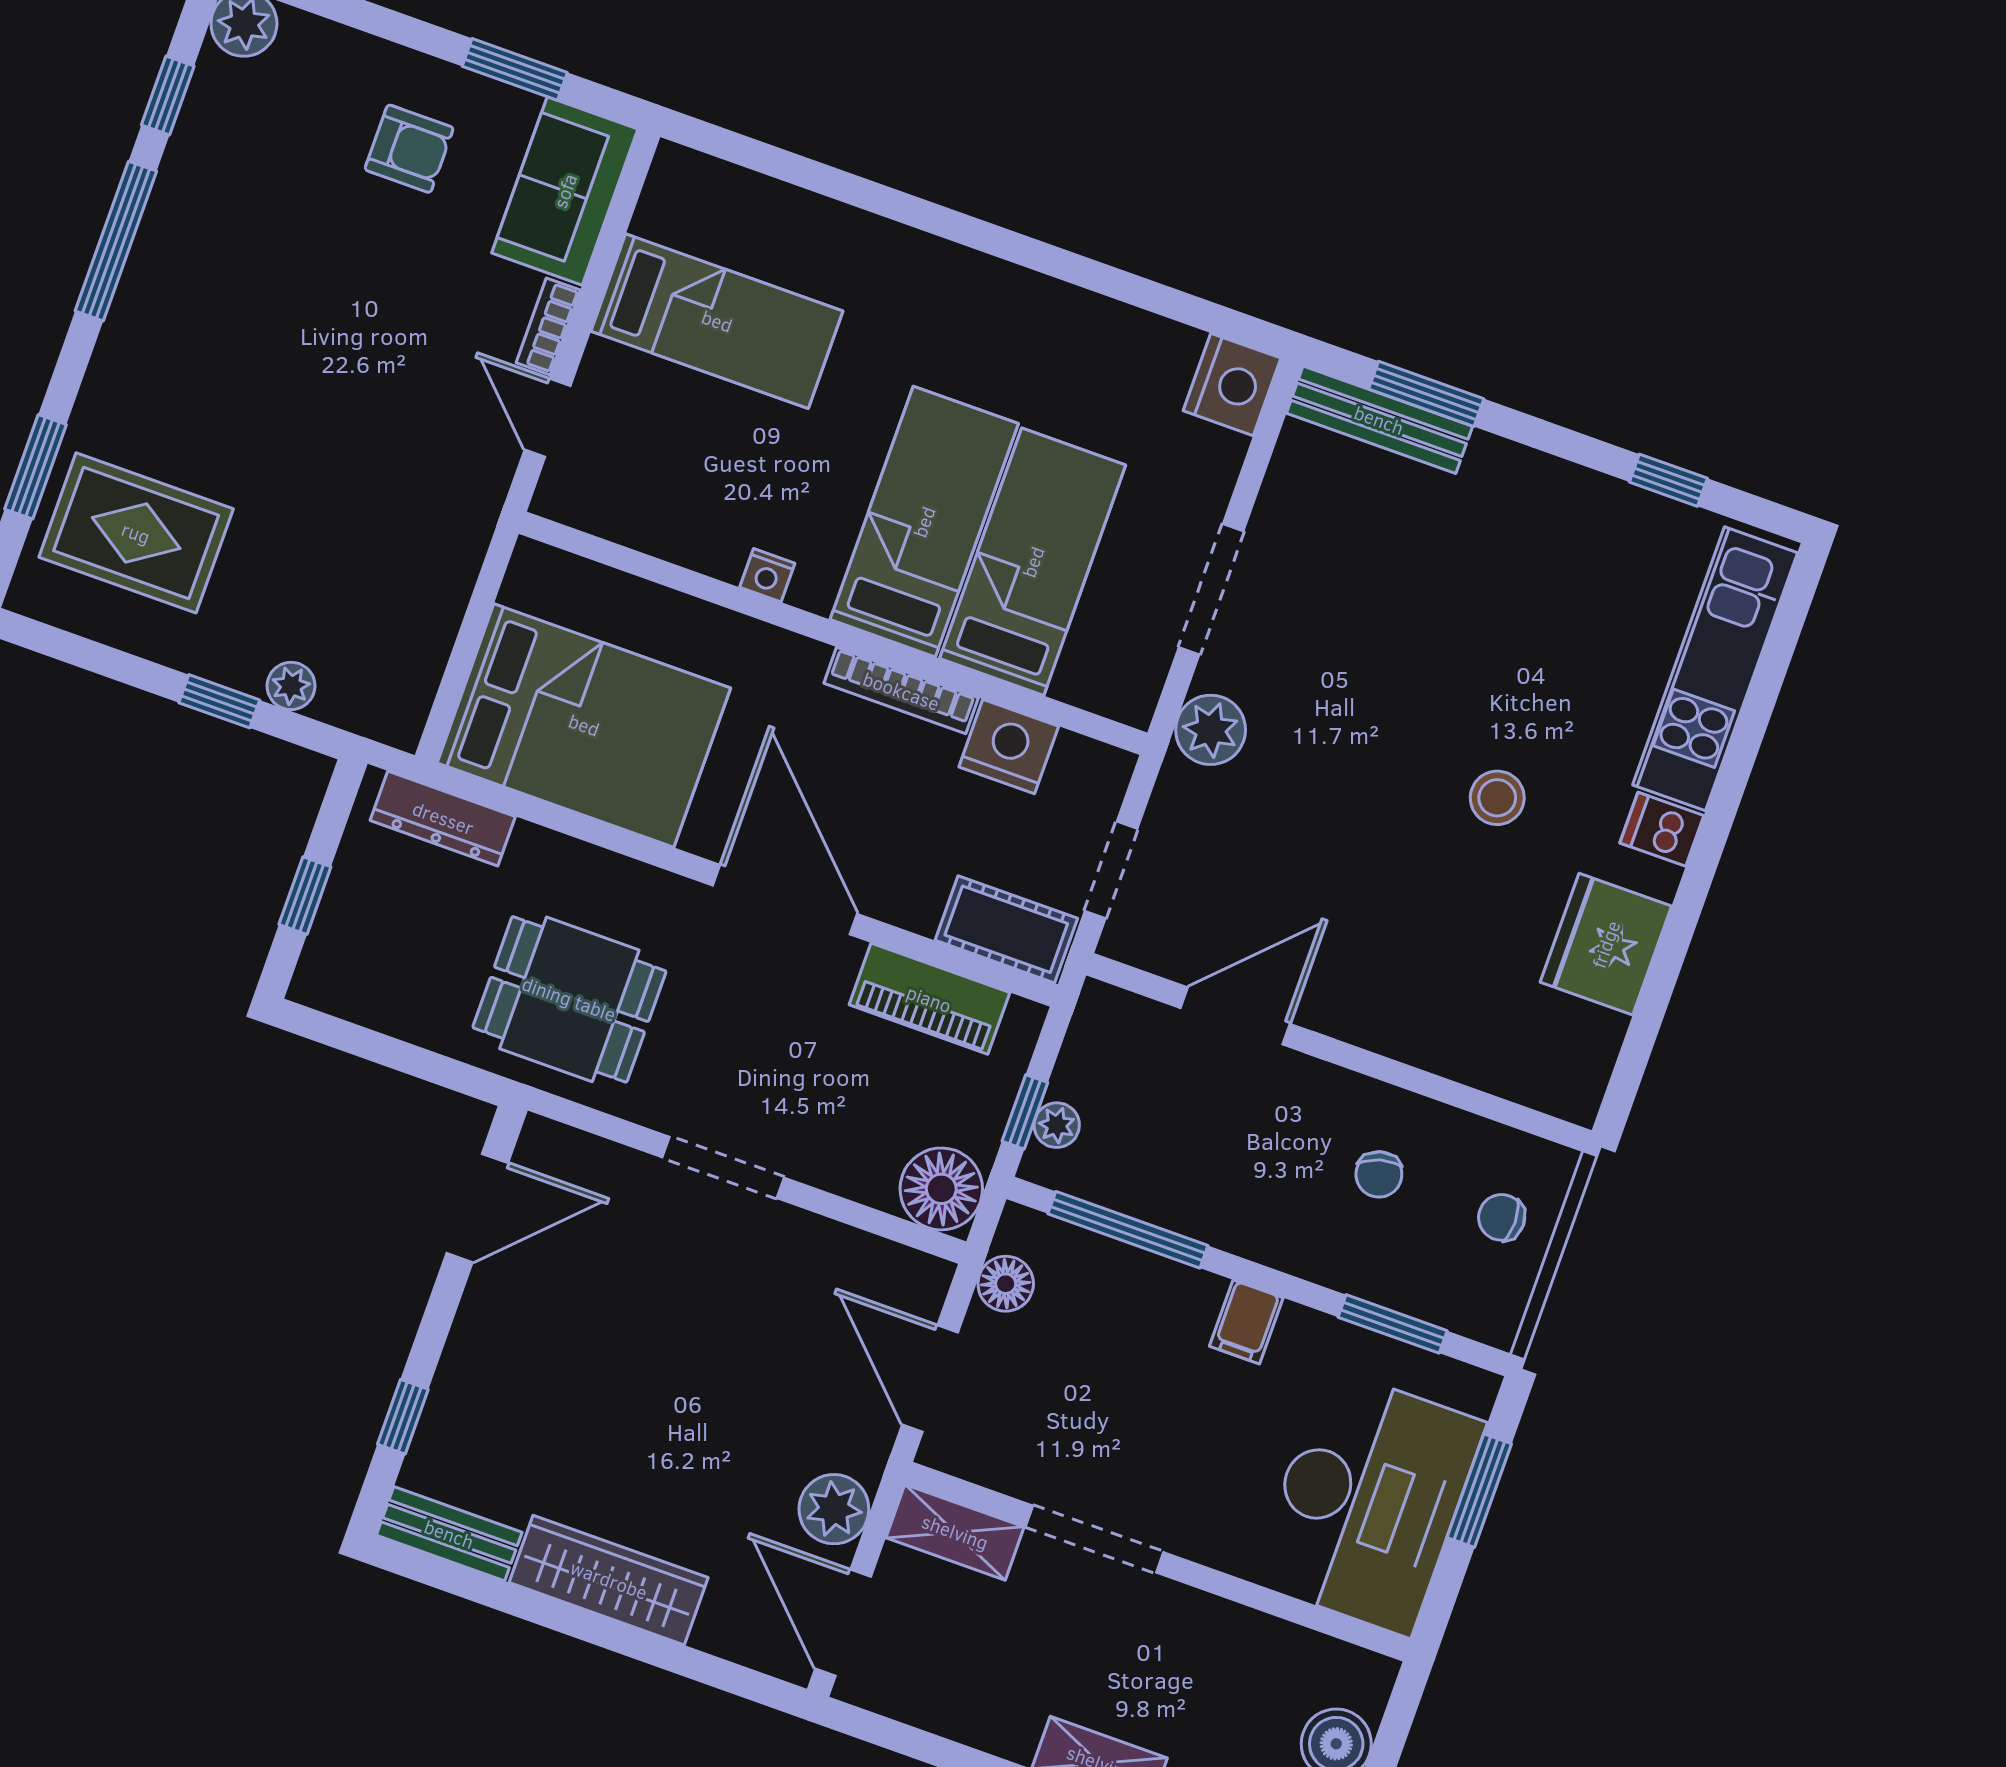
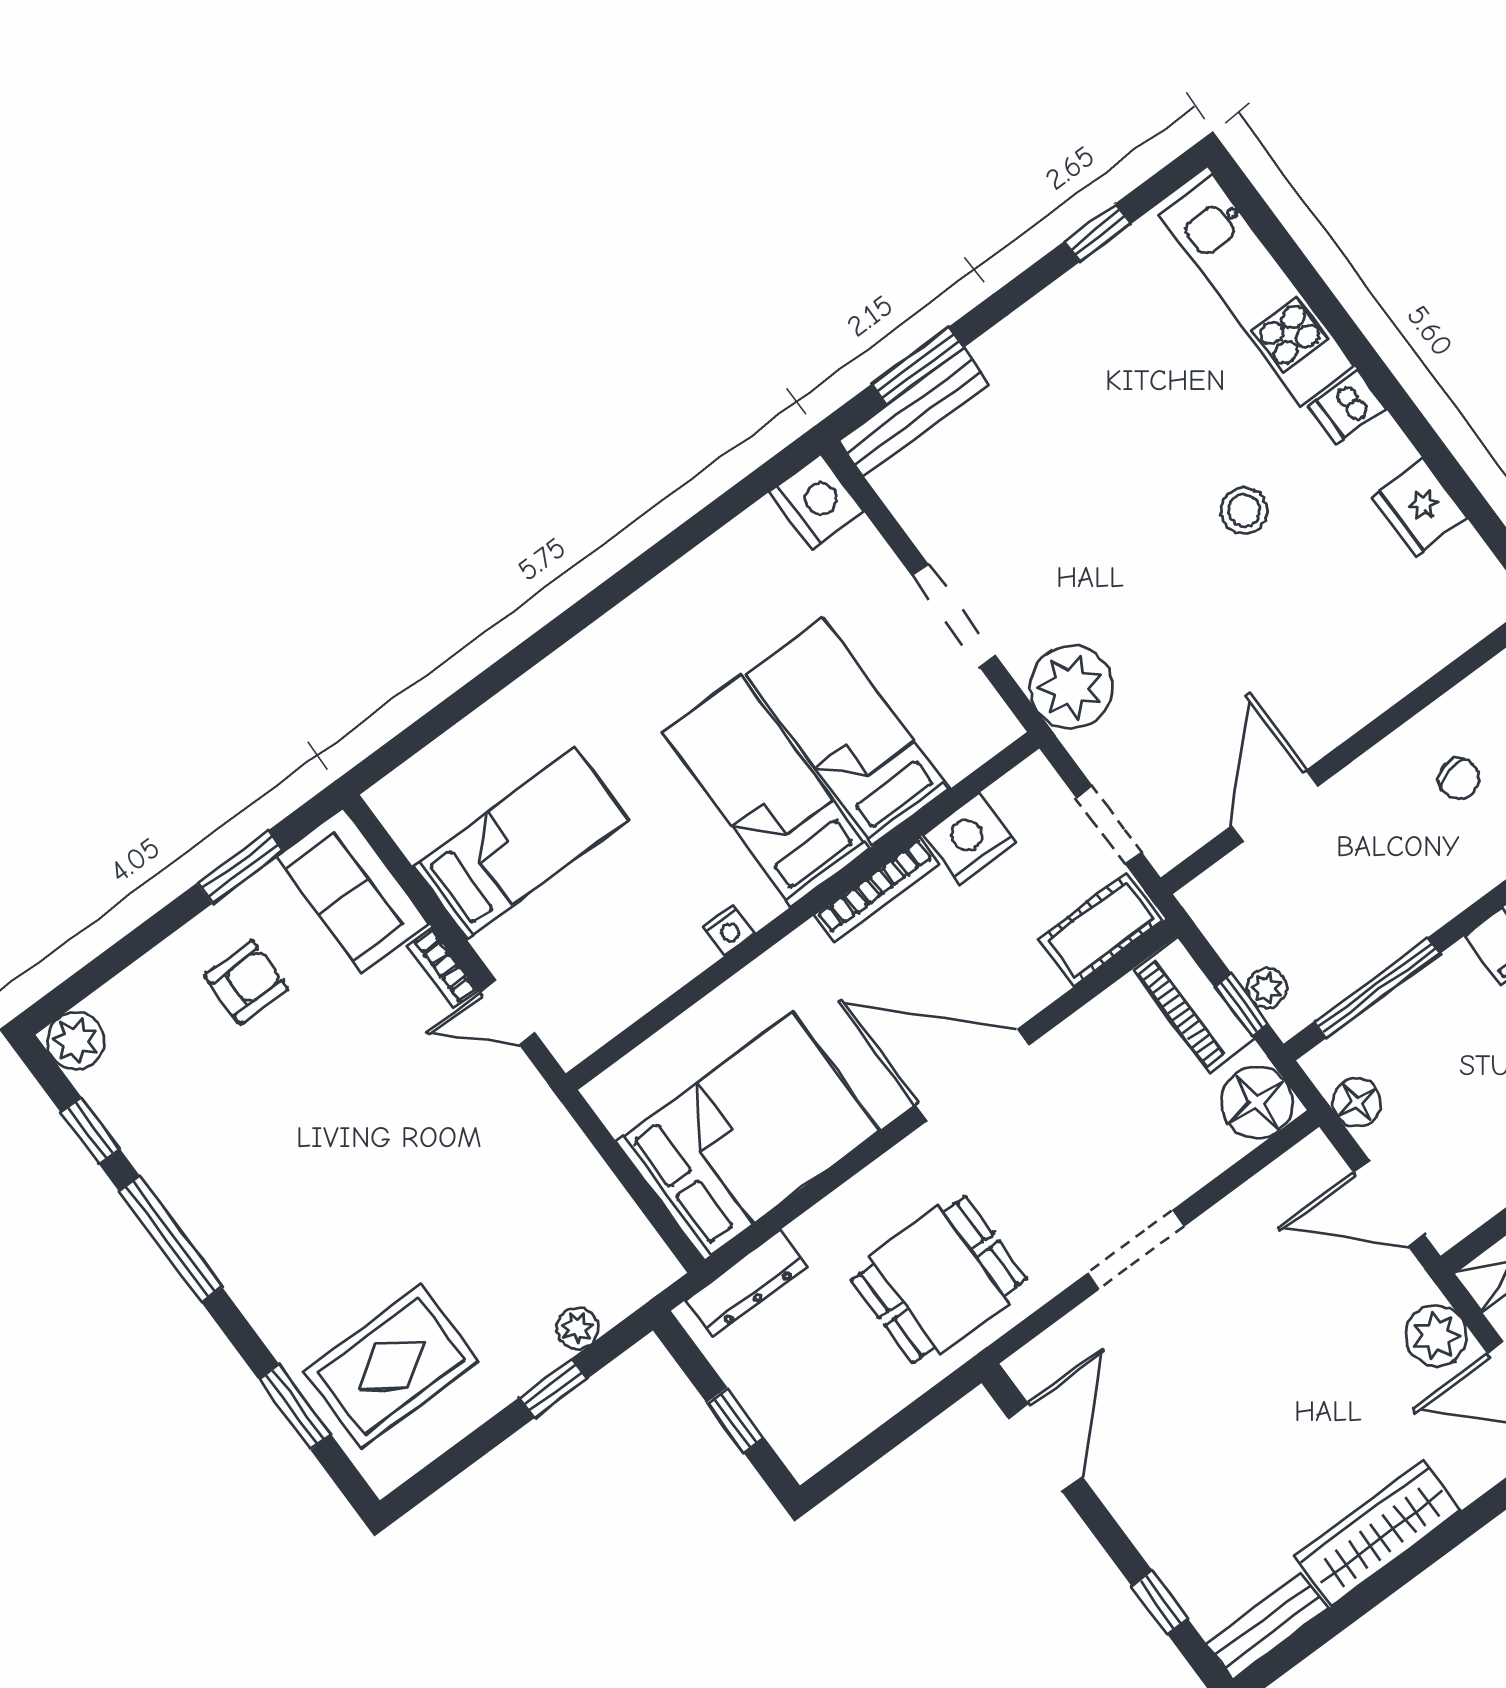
plant: (1211, 730) -> (1071, 687), width x1.36, depth x1.36
fridge: (1606, 944) -> (1419, 507), width x0.73, depth x0.75
piano: (929, 999) -> (1193, 1005), moved, turned 90

